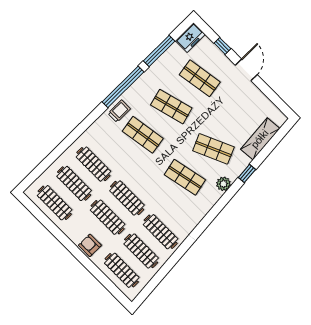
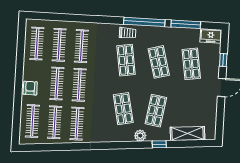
shop shelf: (213, 149) -> (156, 111), turned 33

